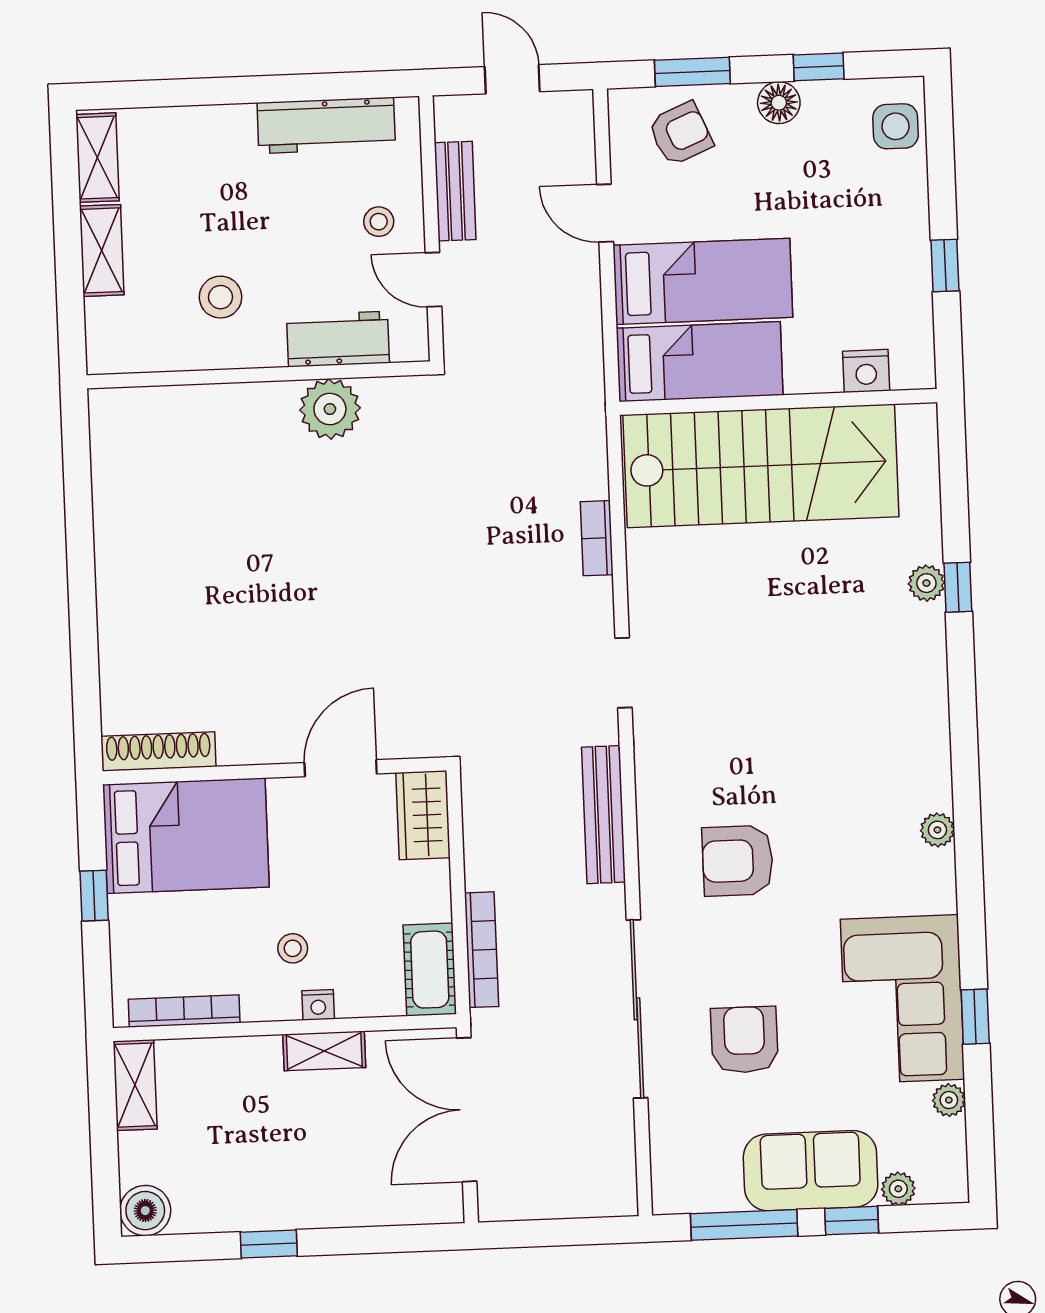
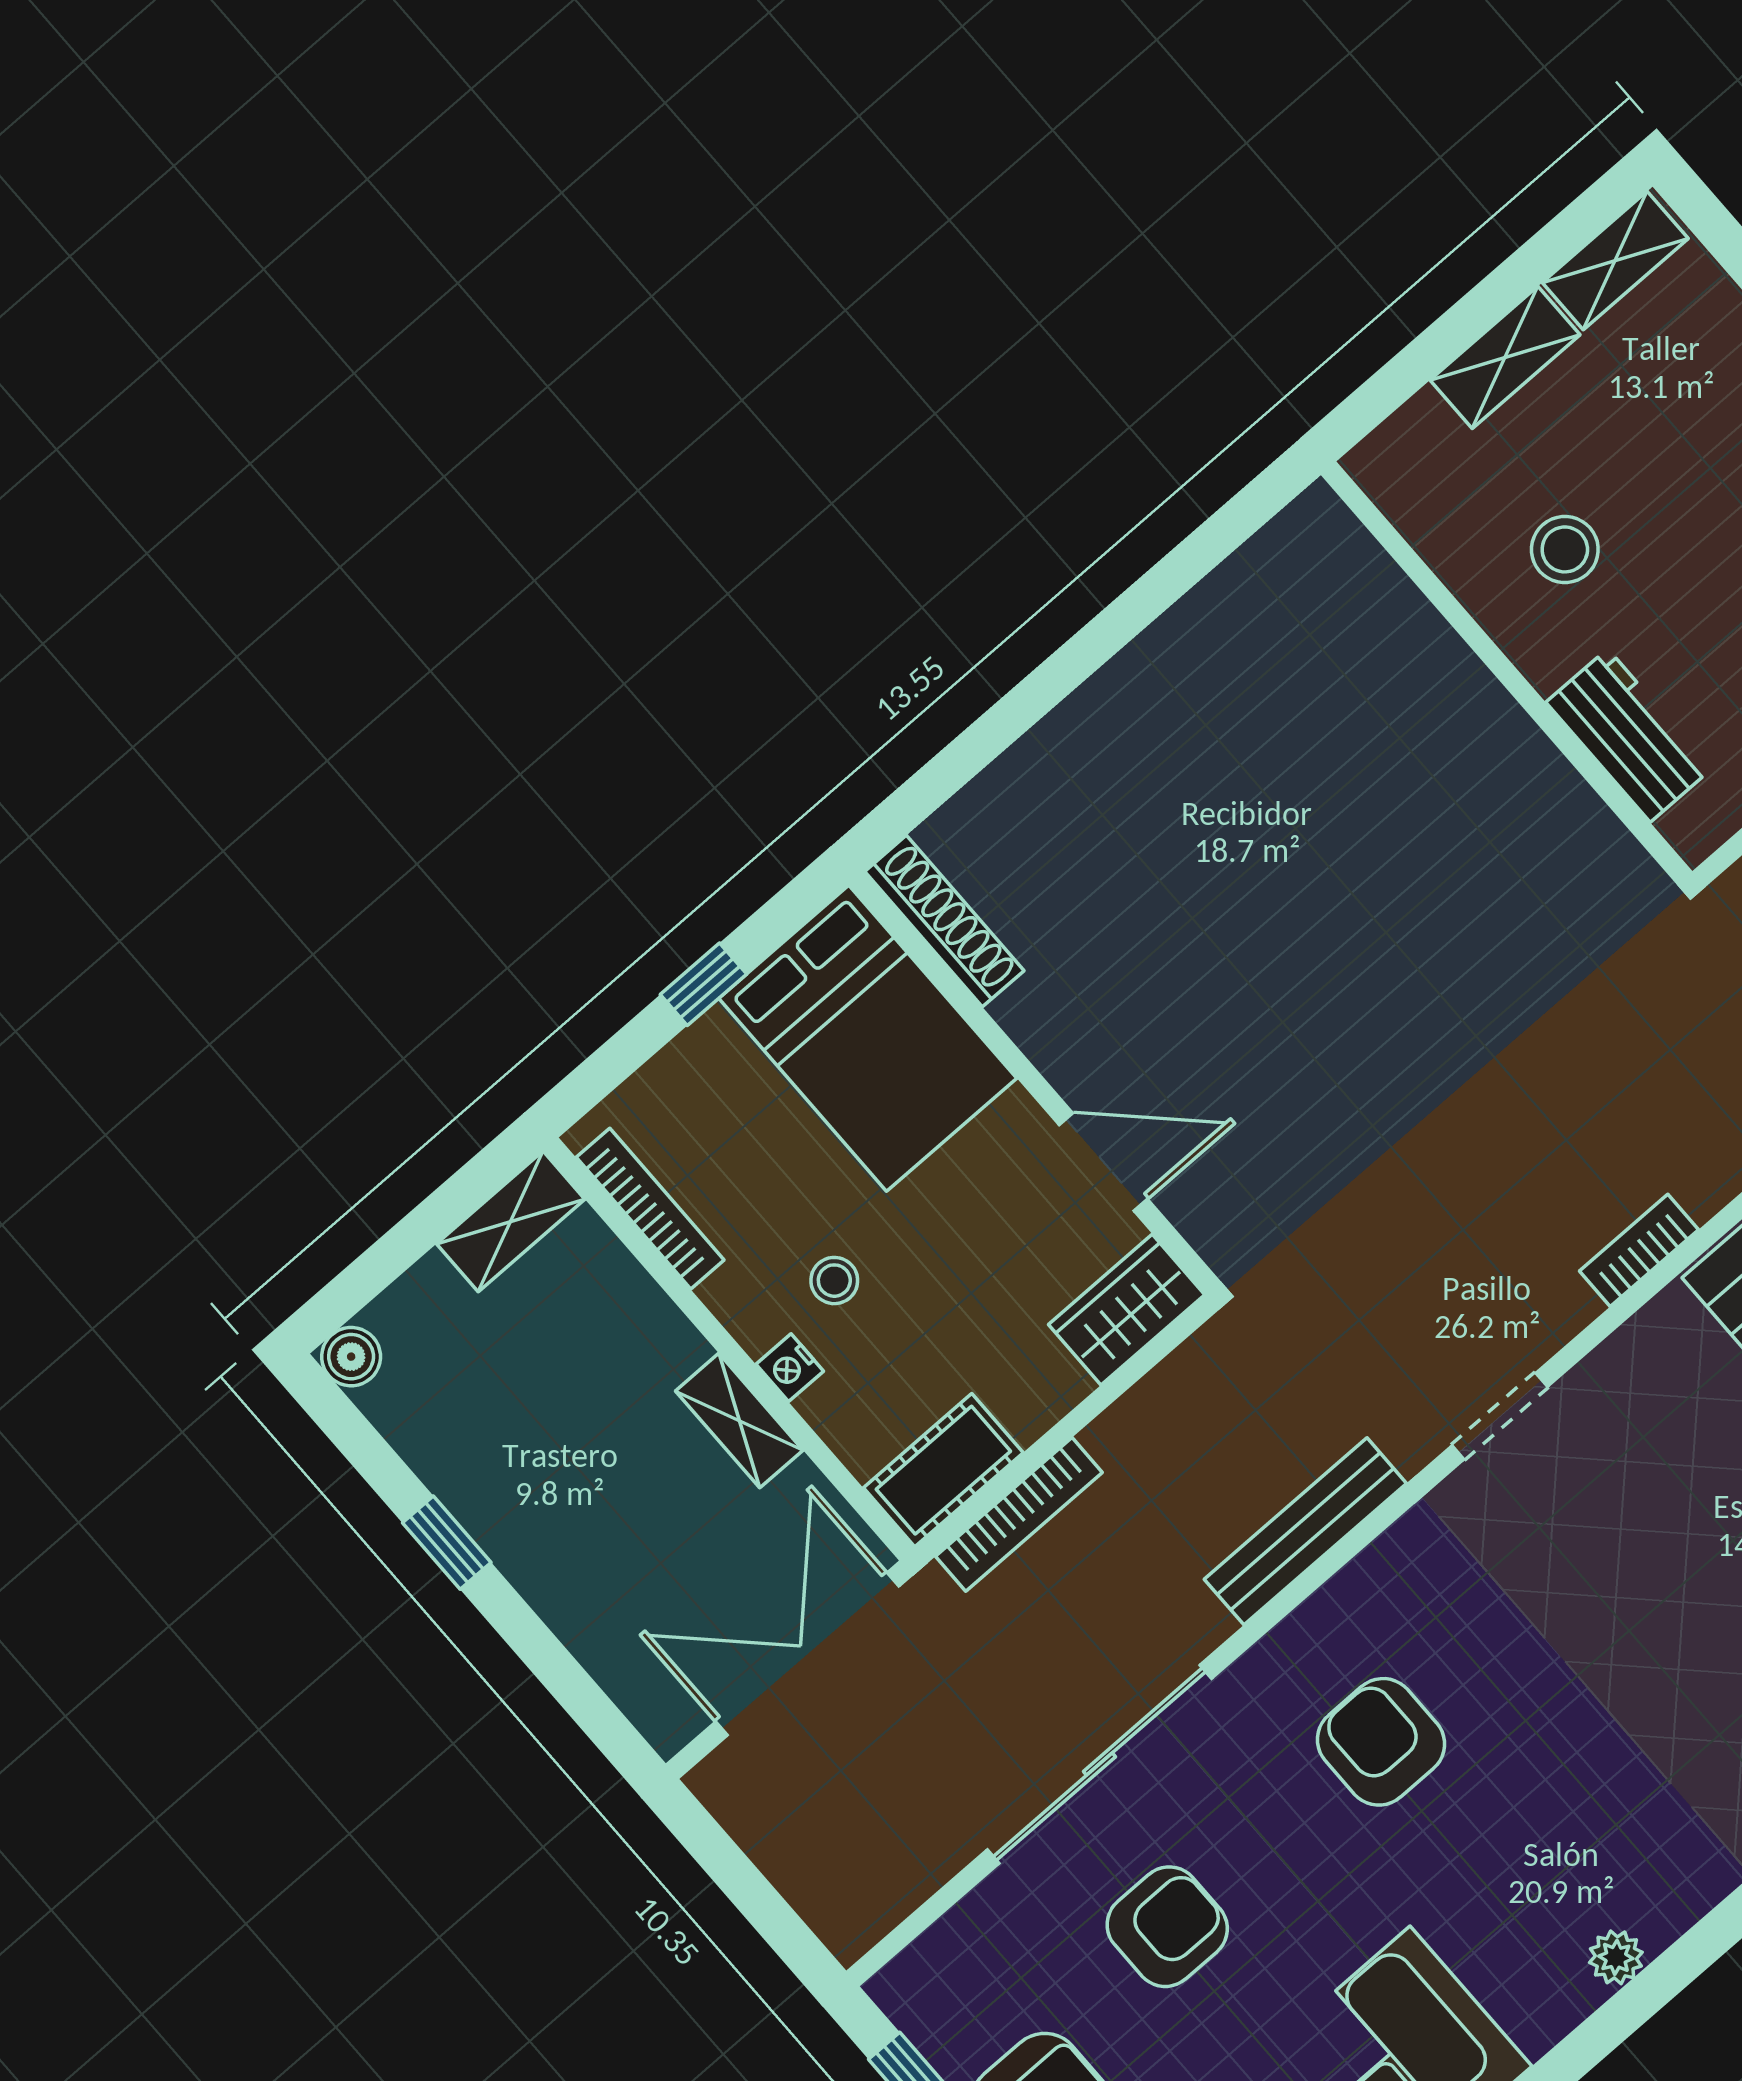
plant: (330, 409) -> (1535, 795), removed
boiler: (145, 1211) -> (351, 1357), width x0.73, depth x0.73

